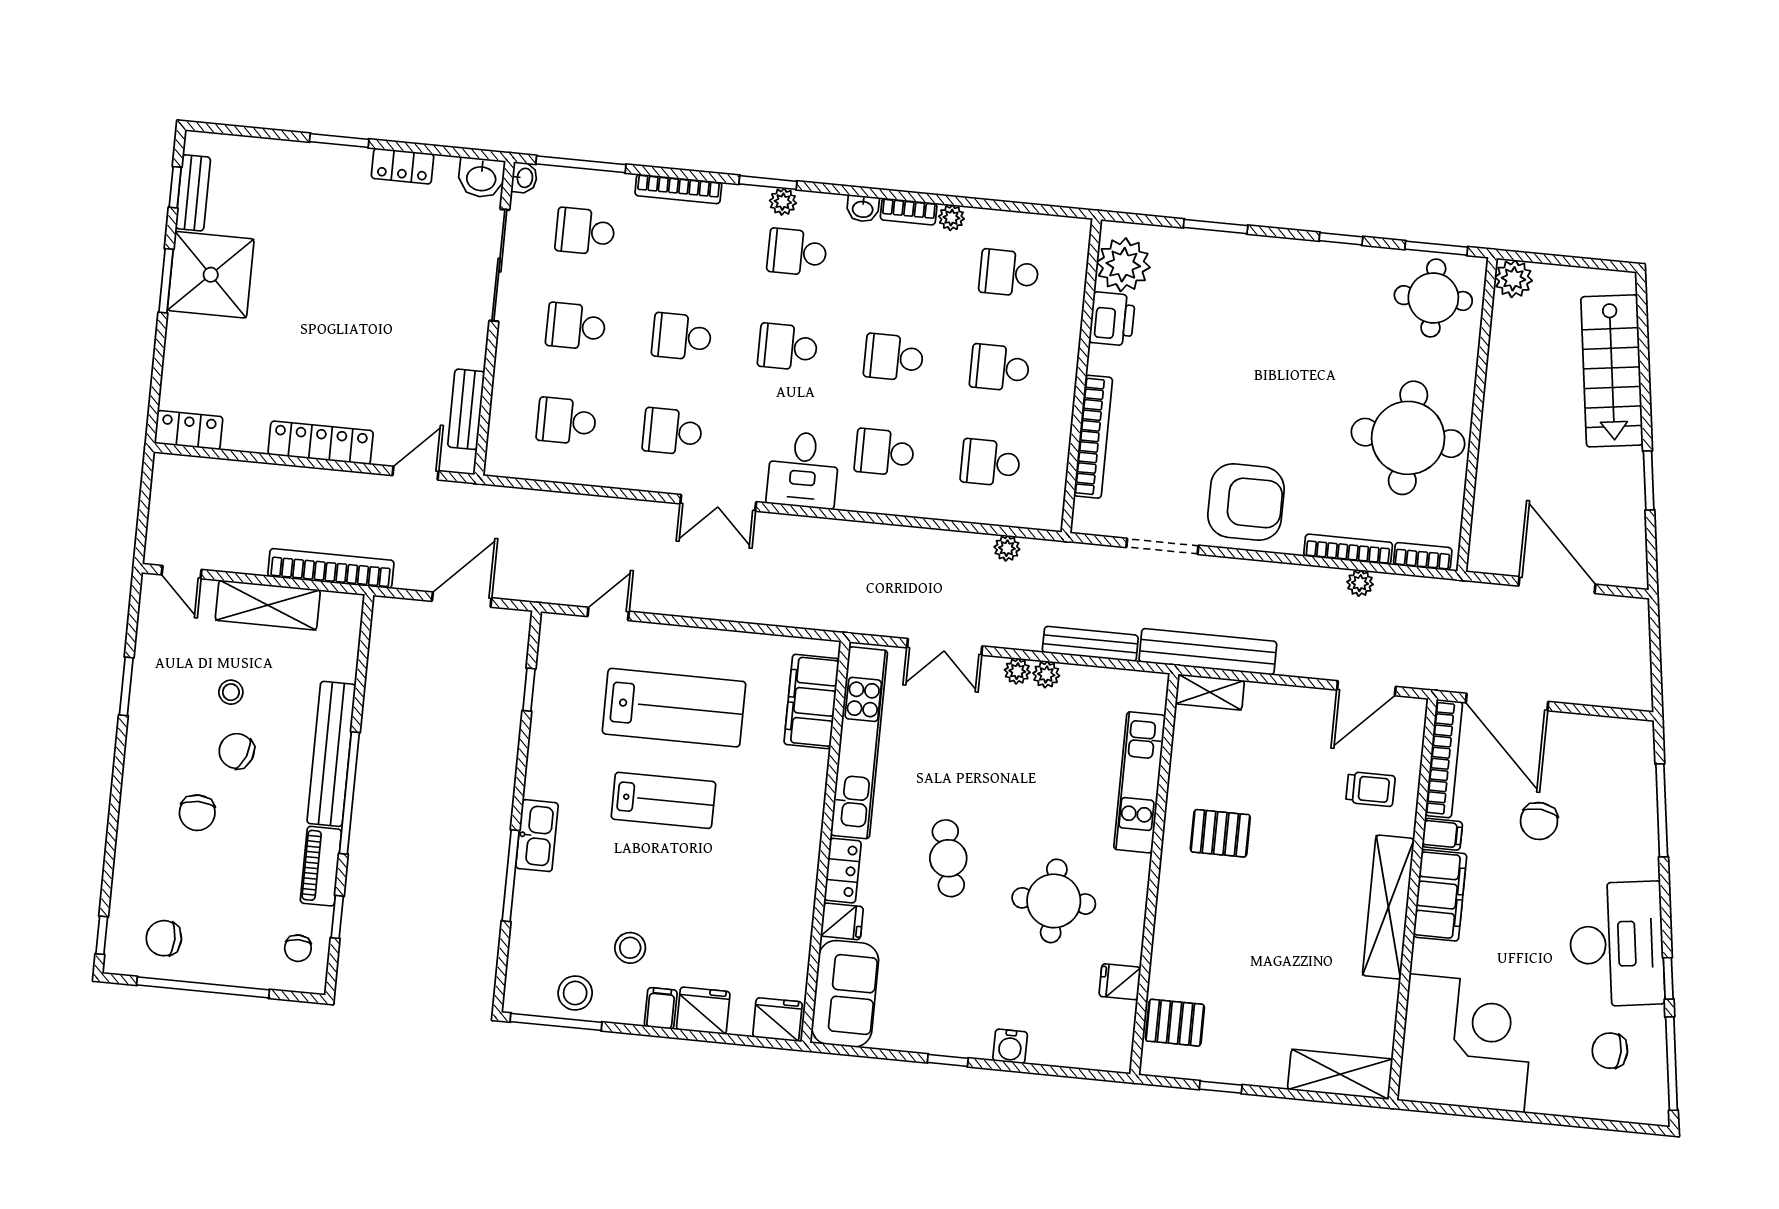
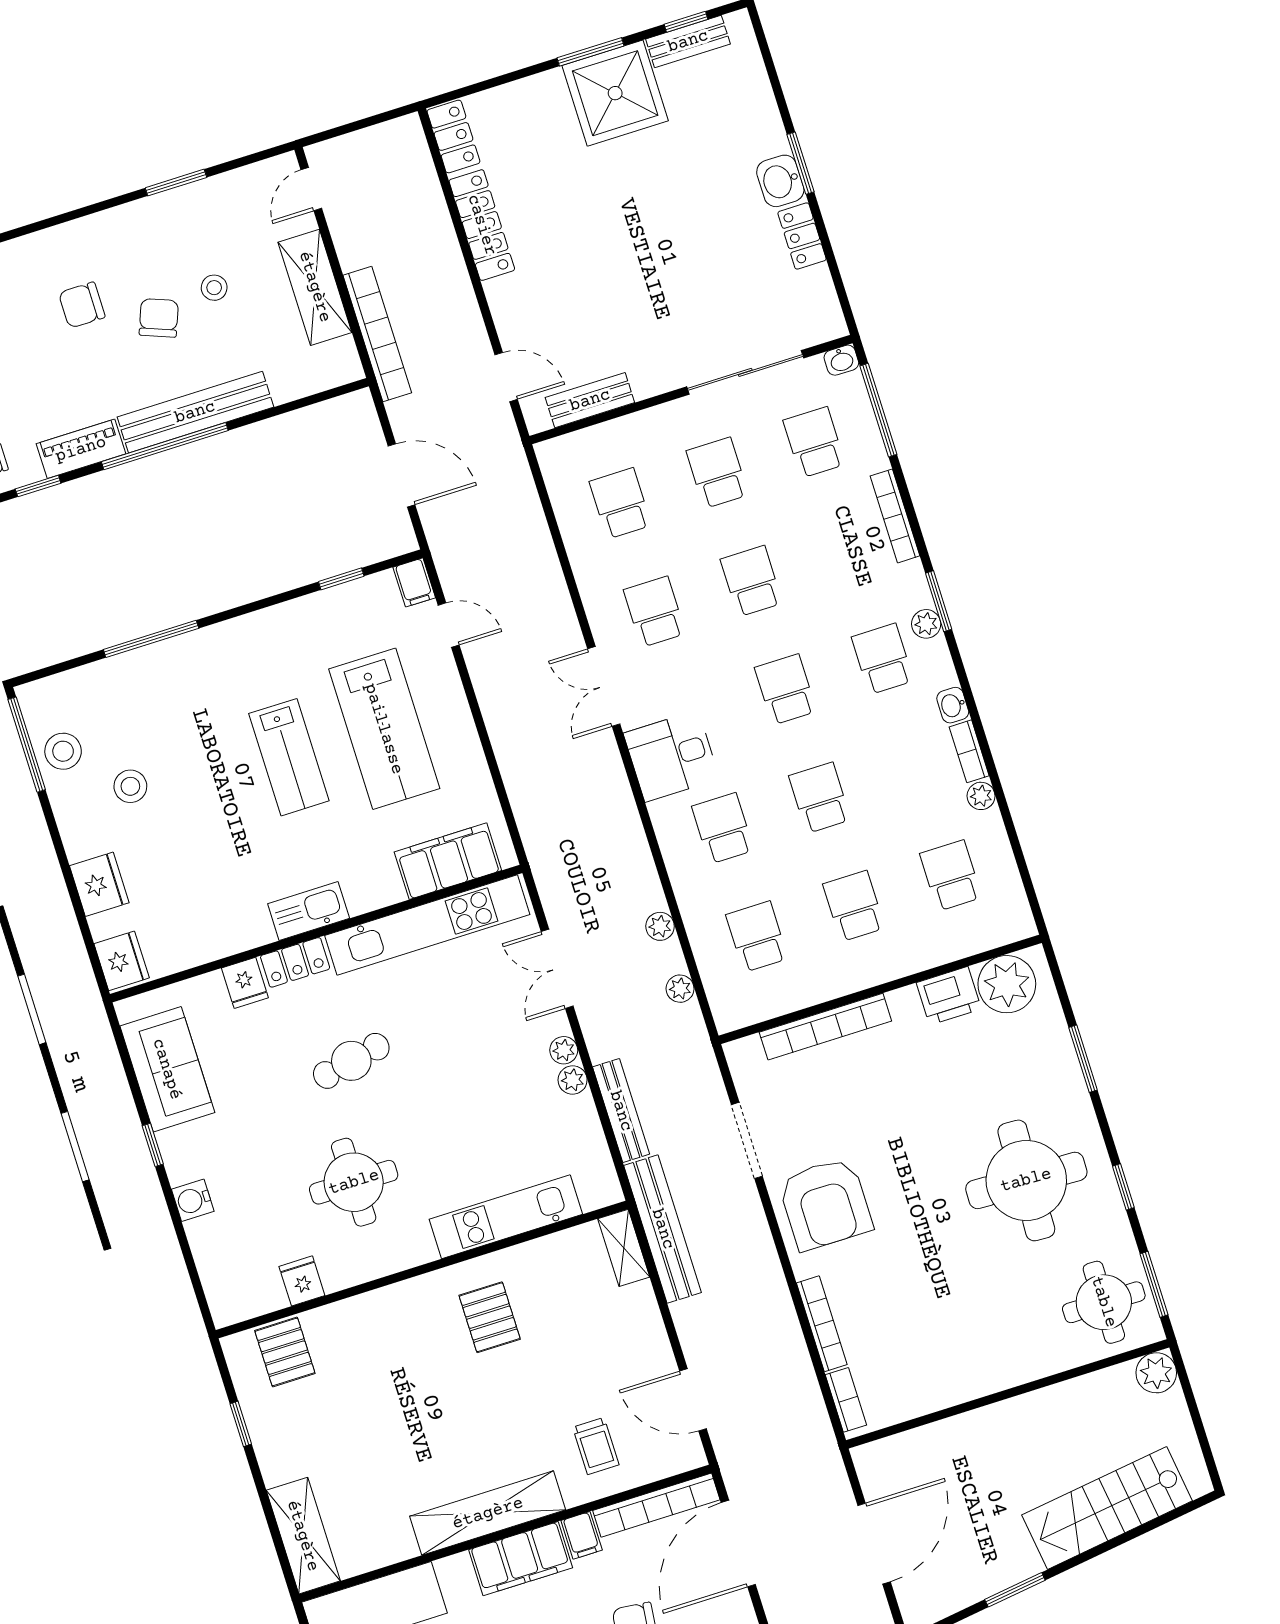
washbasin: (481, 178) -> (780, 181), moved
round table: (1408, 438) -> (1026, 1180), moved
locker: (321, 443) -> (482, 225), moved
plant: (1360, 583) -> (660, 926), moved
kitchen sink: (537, 836) -> (309, 911), moved, turned 180
sofa: (845, 994) -> (167, 1069), moved, turned -90
filing cabinet: (661, 1008) -> (414, 582), moved, turned 90

